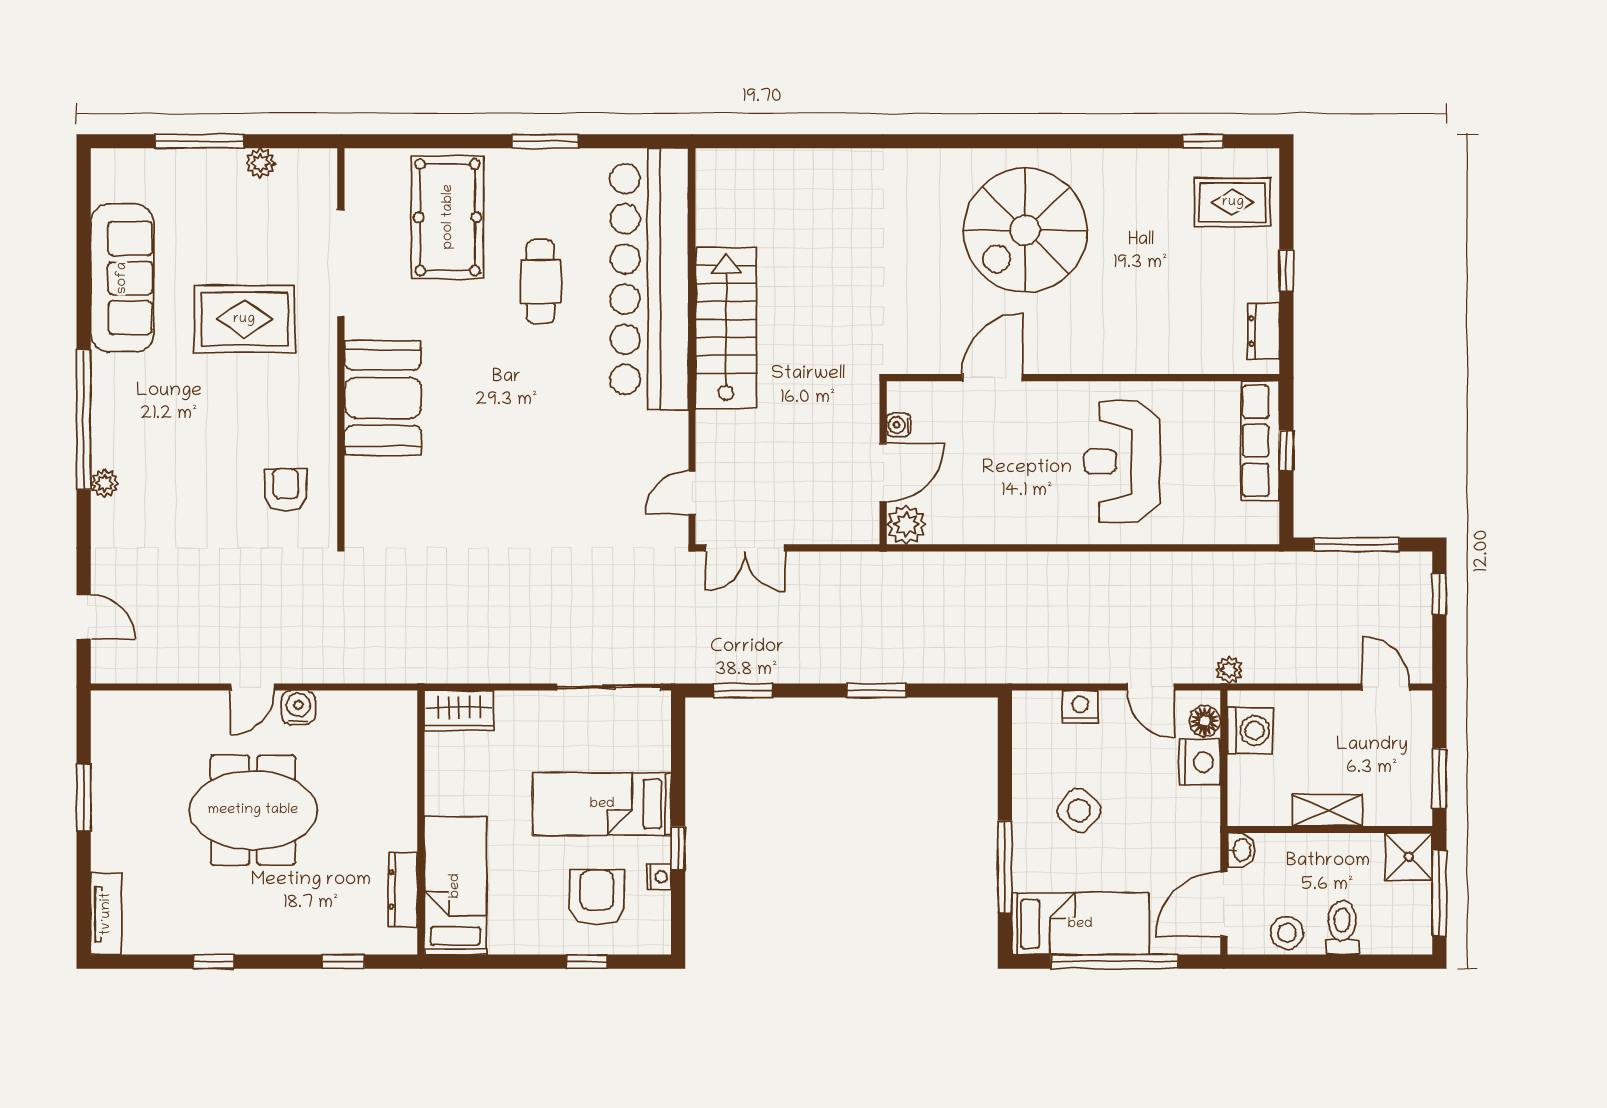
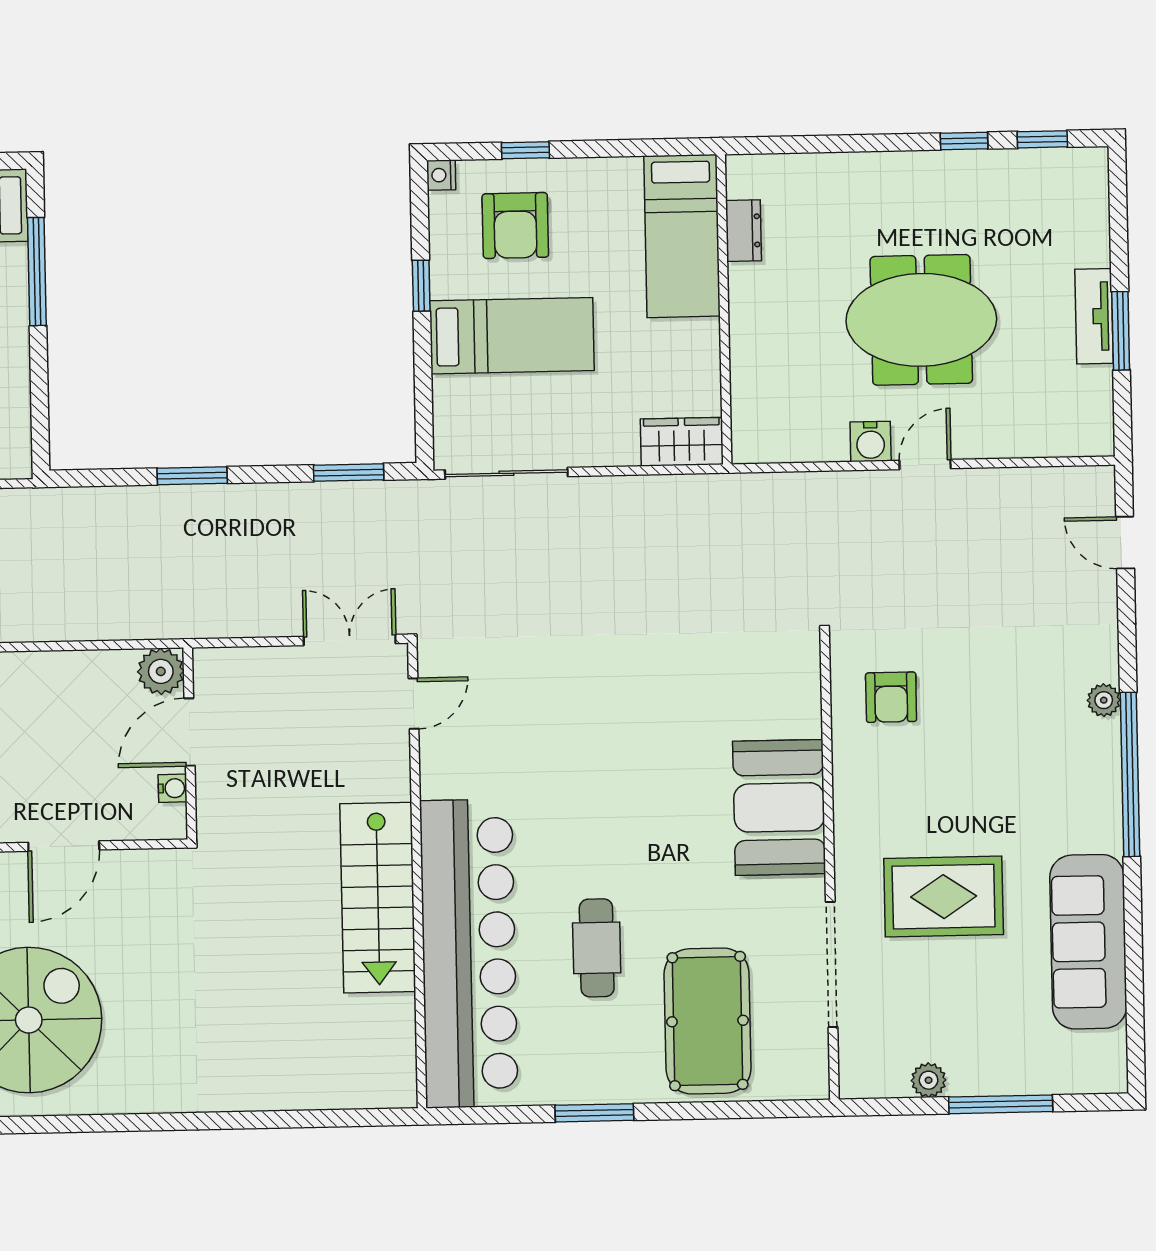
nightstand: (659, 877) -> (441, 175), moved
dresser: (403, 889) -> (744, 231), width x0.70
tv unit: (106, 914) -> (1094, 316), moved
window: (344, 962) -> (1042, 139), moved

